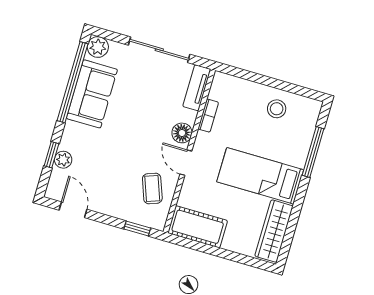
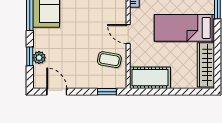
floor lamp: (182, 133) -> (119, 13), removed
coffee table: (152, 188) -> (109, 60), turned -60

